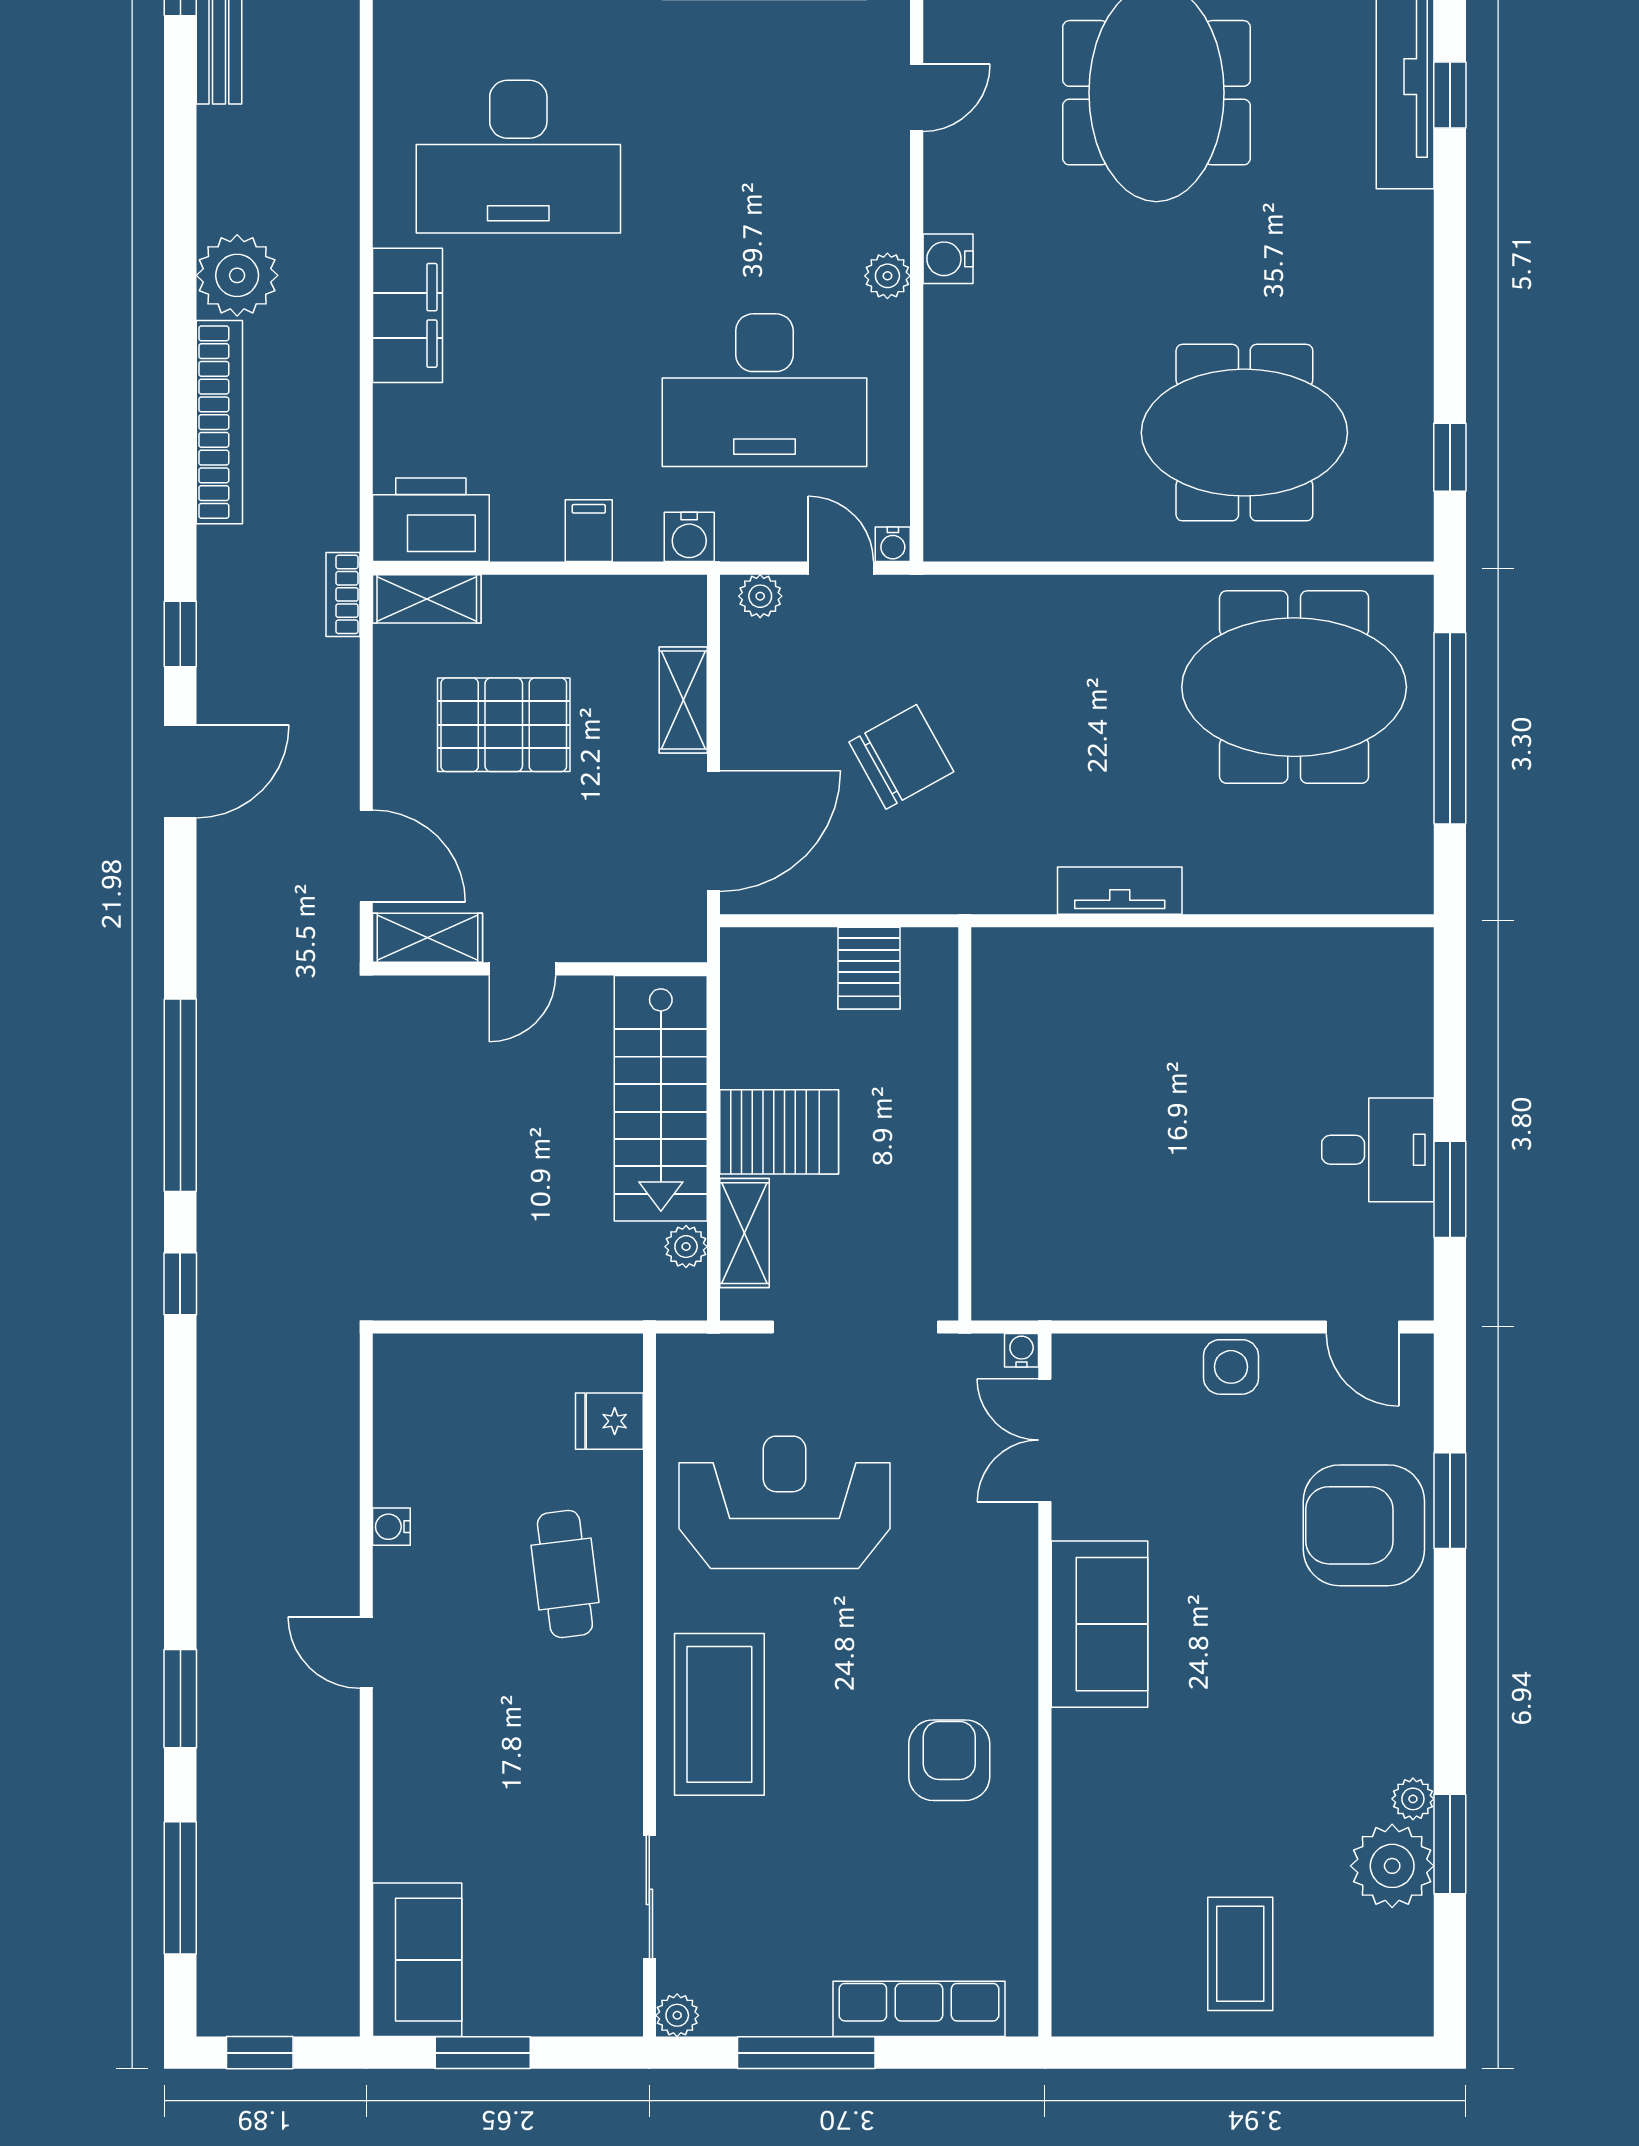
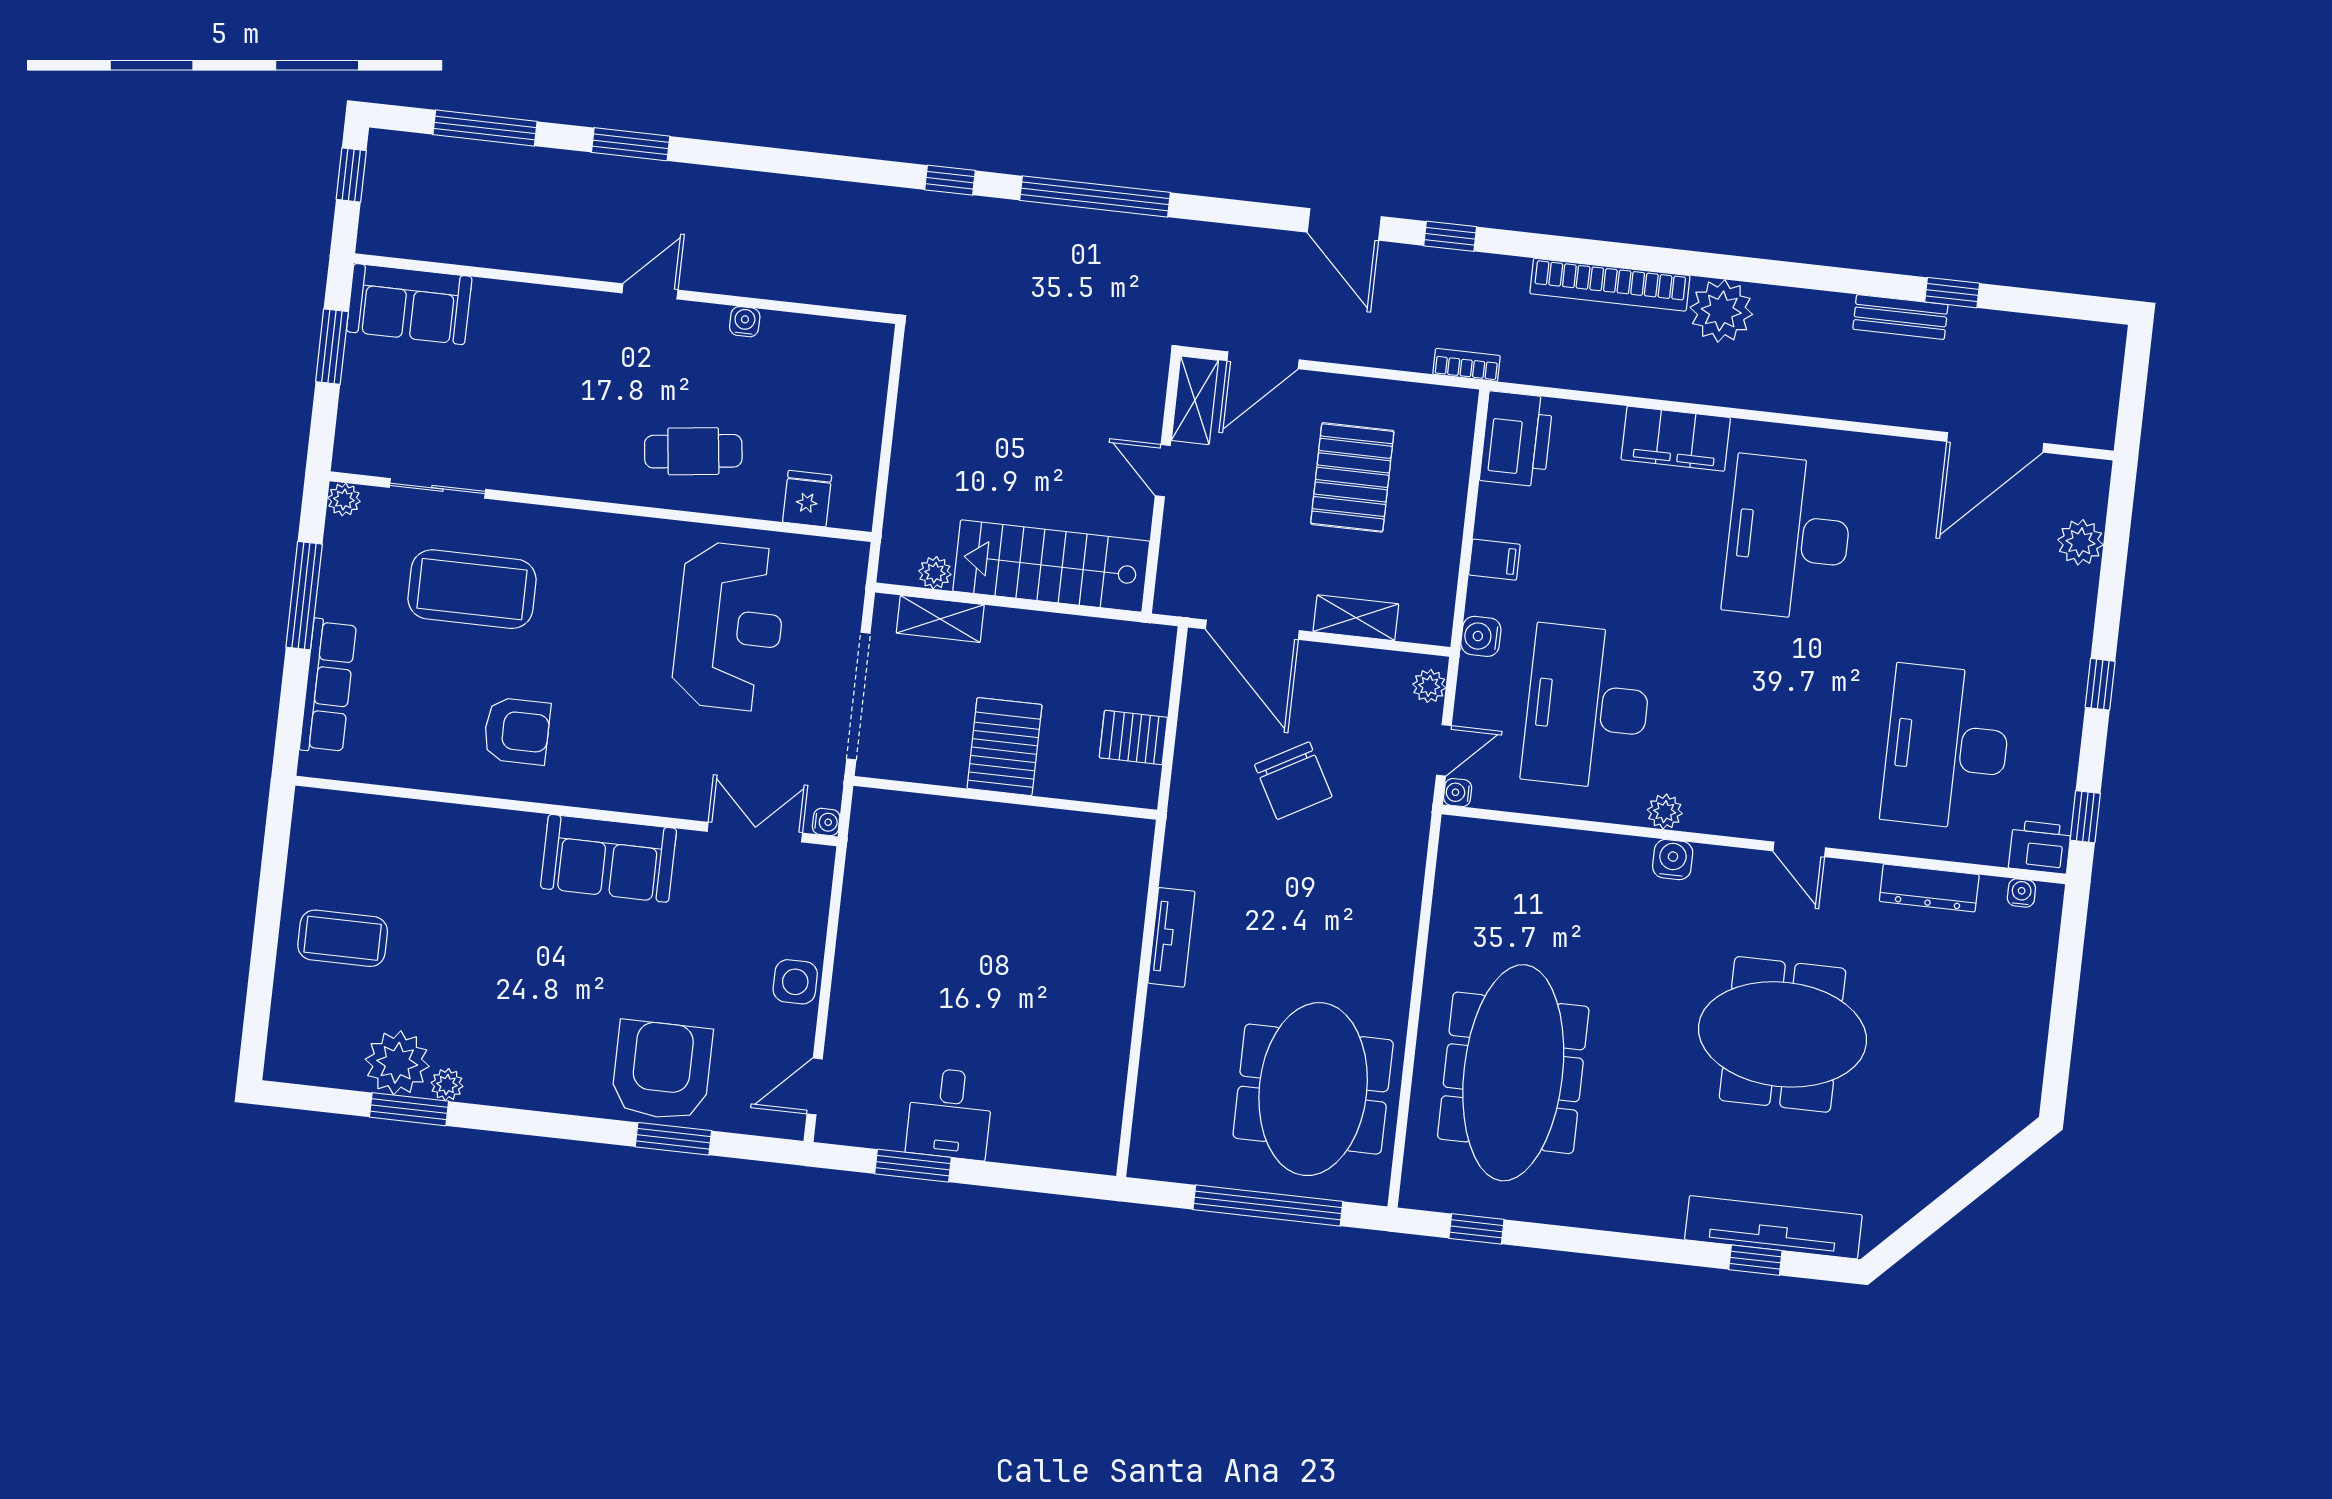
meeting table: (1244, 433) -> (1513, 1073), width x1.36
shelving: (427, 599) -> (1456, 429), removed
server rack: (779, 1132) -> (1004, 747), moved, turned 180
coffee table: (719, 1714) -> (472, 589), moved

